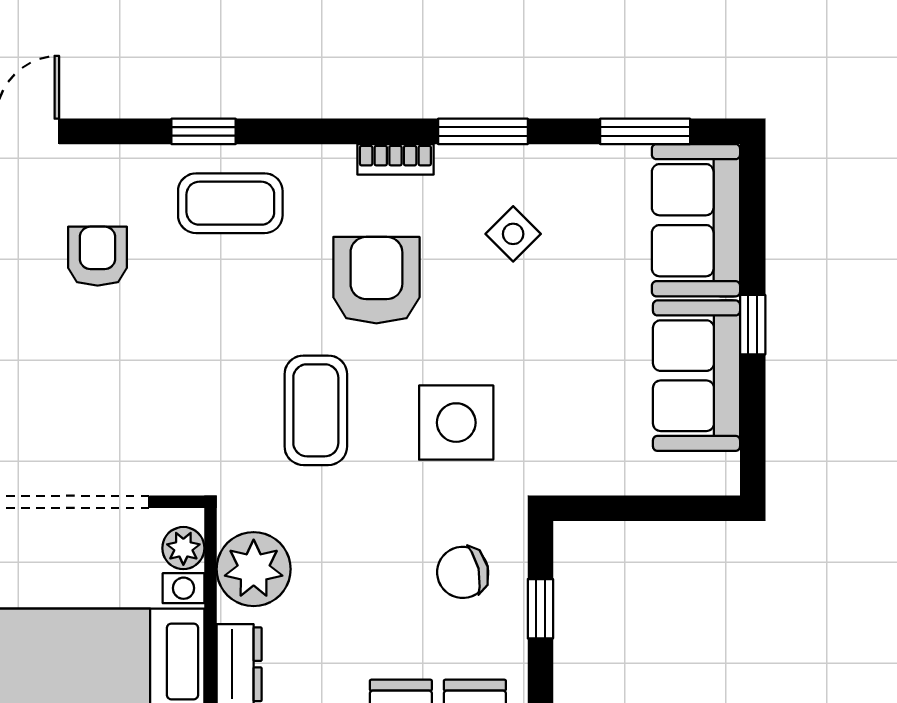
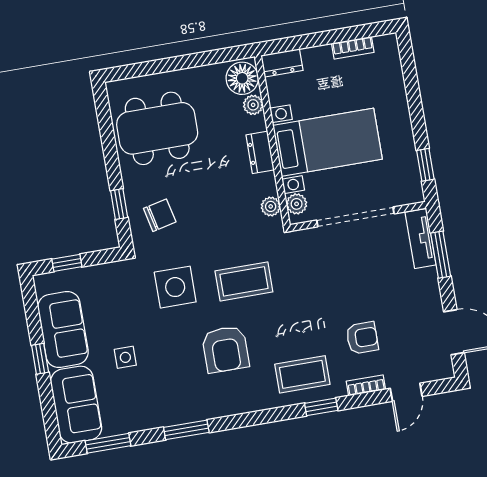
bookcase: (395, 159) -> (366, 385), moved
side table: (513, 234) -> (125, 357), moved, turned 45
armchair: (98, 256) -> (362, 338), turned -90
coffee table: (316, 410) -> (244, 281), turned 90
window: (666, 508) -> (67, 263), added
plant: (254, 569) -> (271, 206), width x0.53, depth x0.53

